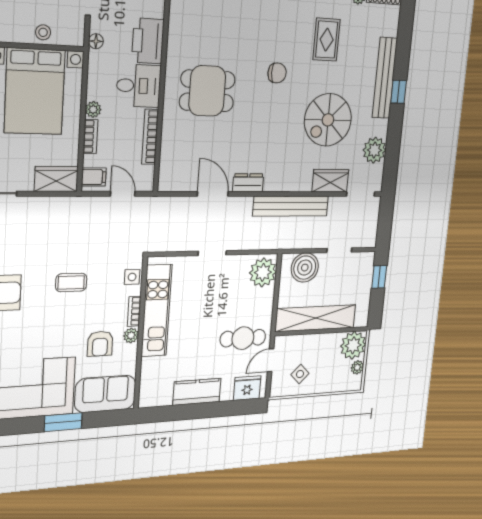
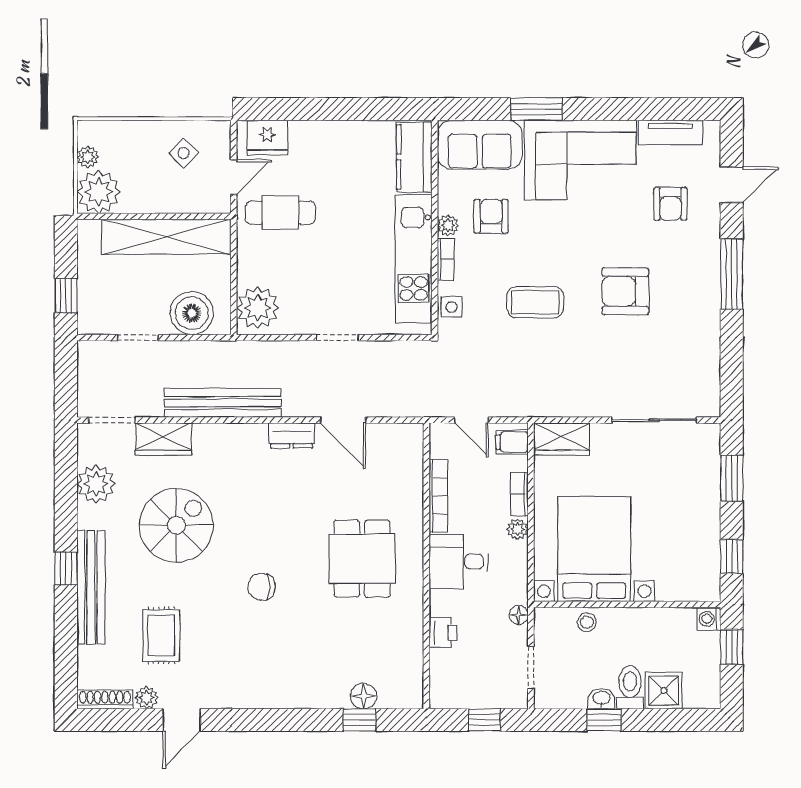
rug: (327, 40) -> (161, 636), moved
printer: (148, 41) -> (443, 633), width x0.53, depth x0.68
dining table: (207, 91) -> (362, 559), turned 90
coffee table: (71, 282) -> (535, 302), width x1.36, depth x1.30
kitchen counter: (197, 392) -> (414, 157), moved, turned 90

